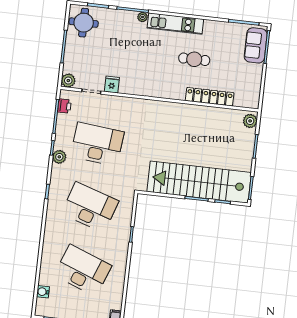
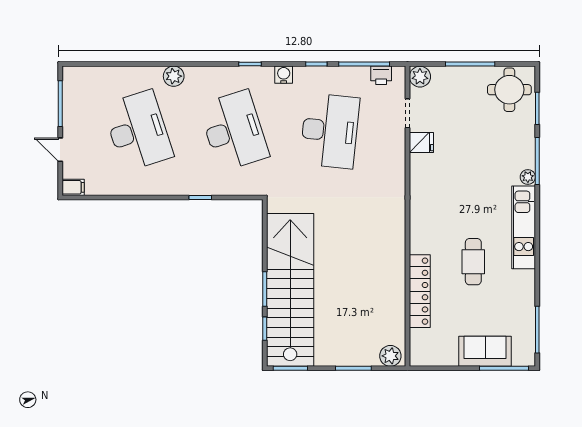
sofa: (256, 45) -> (485, 351), moved
plant: (59, 157) -> (174, 76), moved
desk: (90, 207) -> (234, 131), turned -36
desk: (83, 270) -> (138, 131), turned -39
water cooler: (43, 292) -> (284, 75), moved

